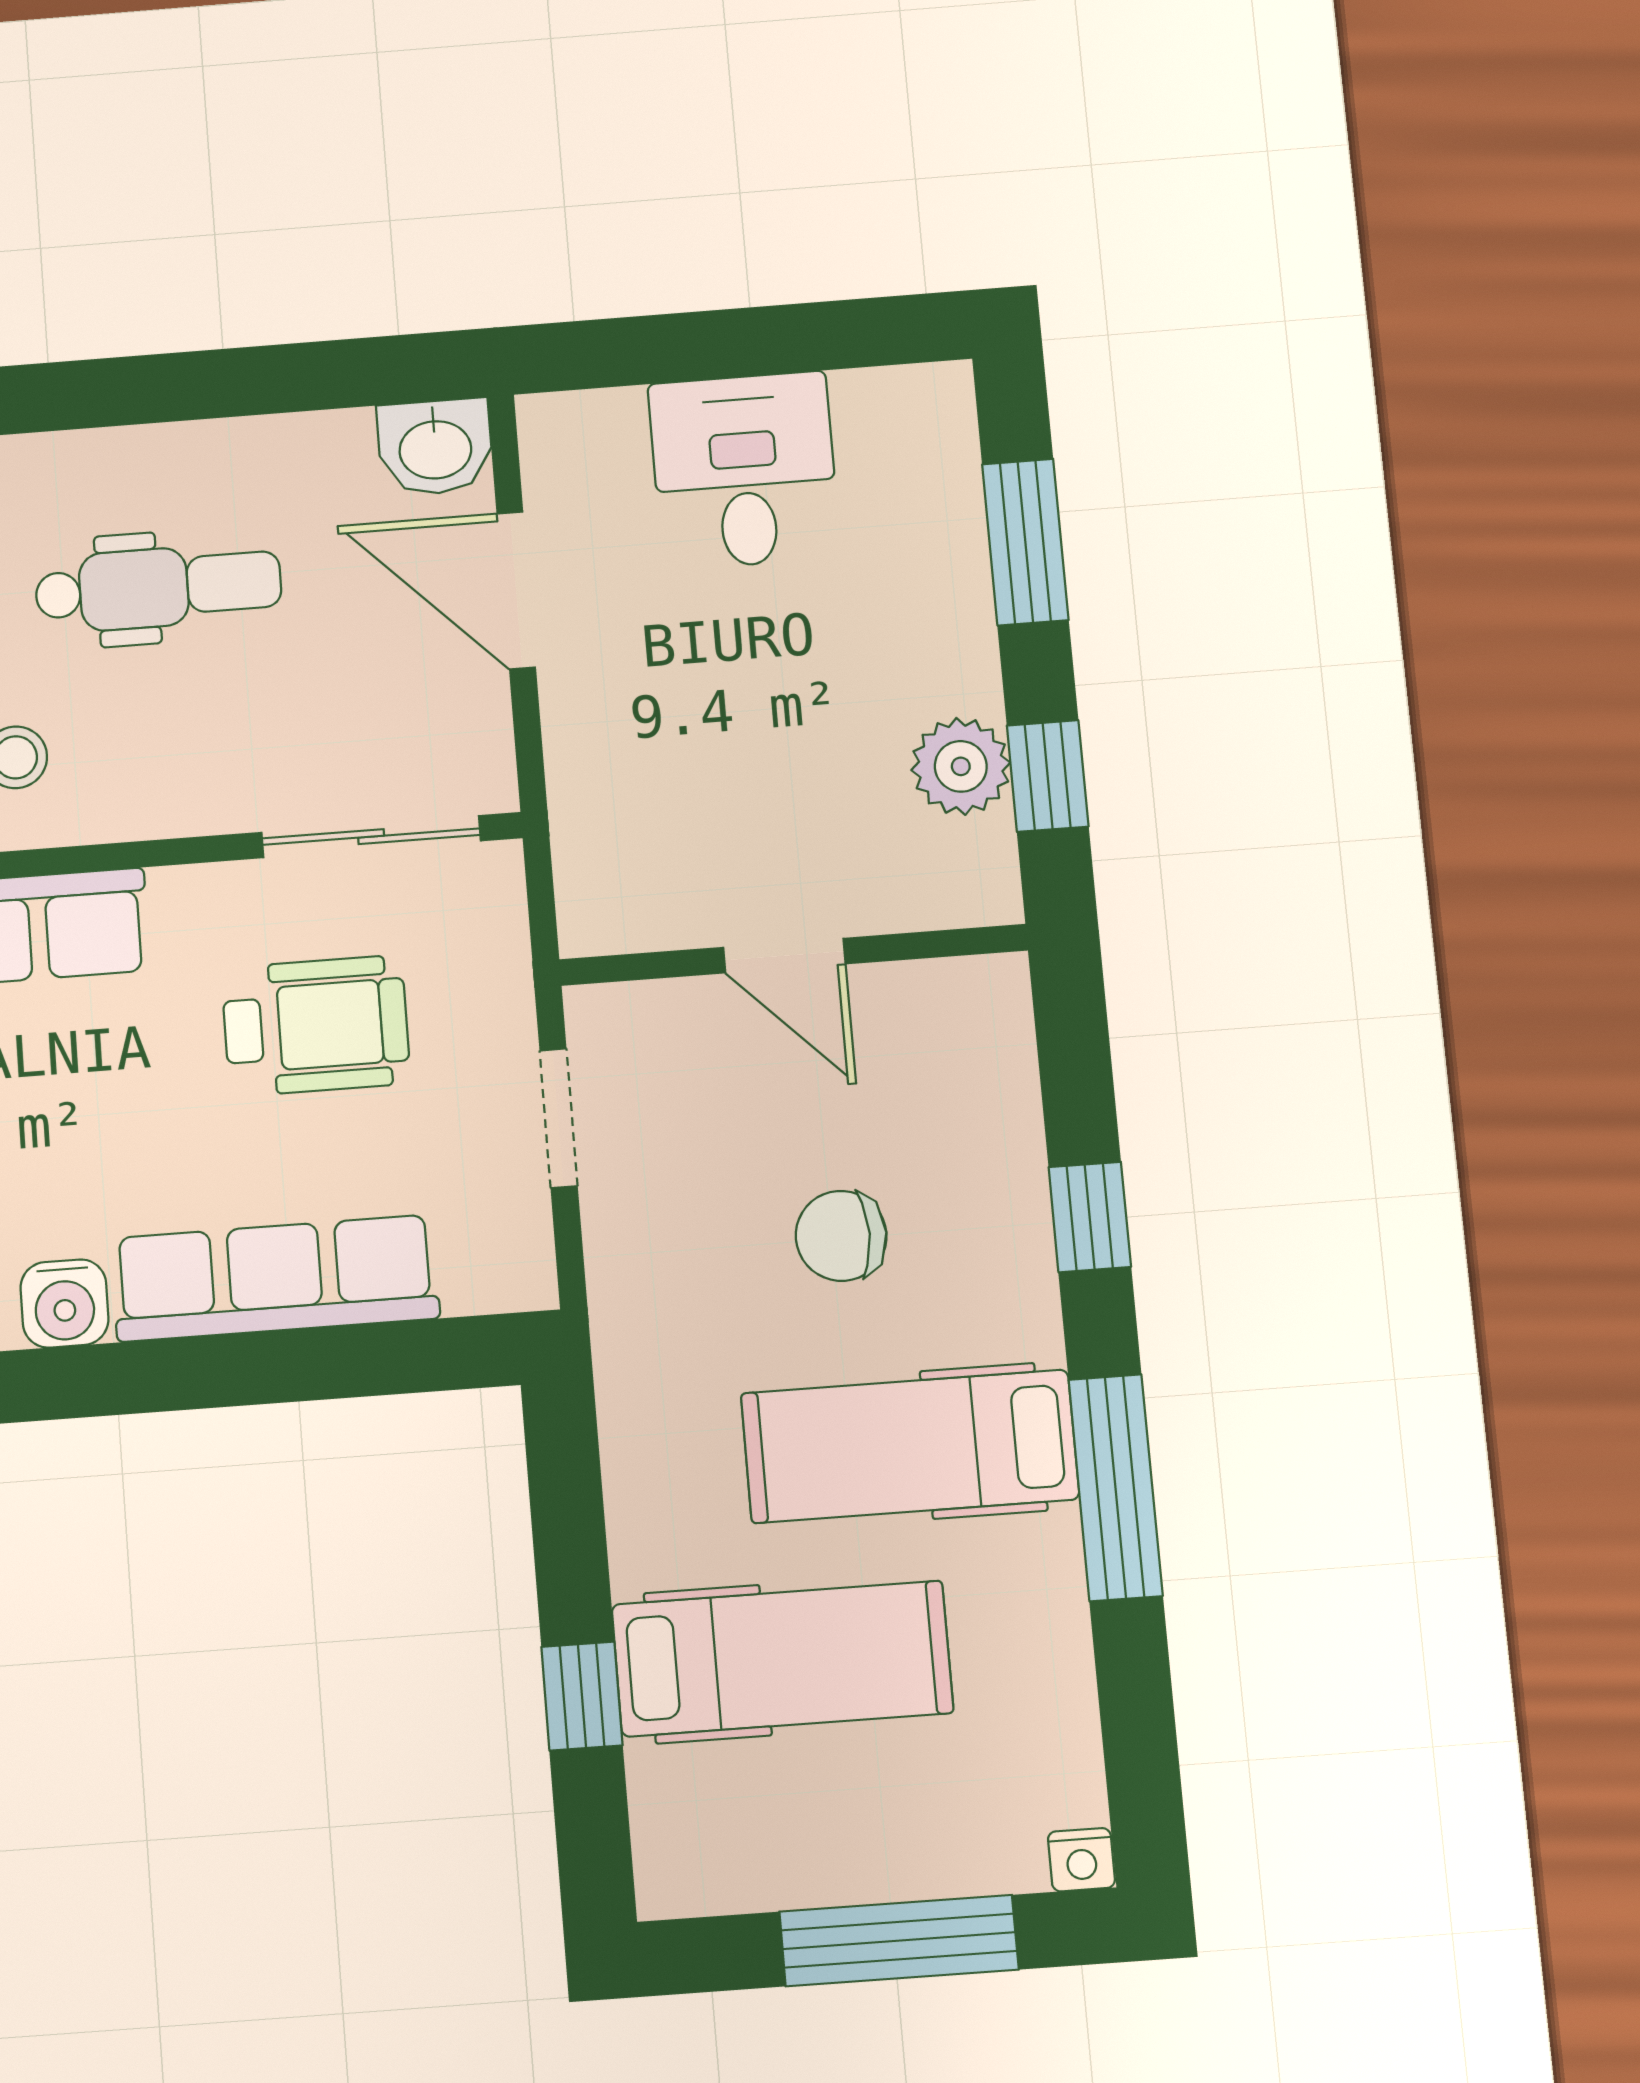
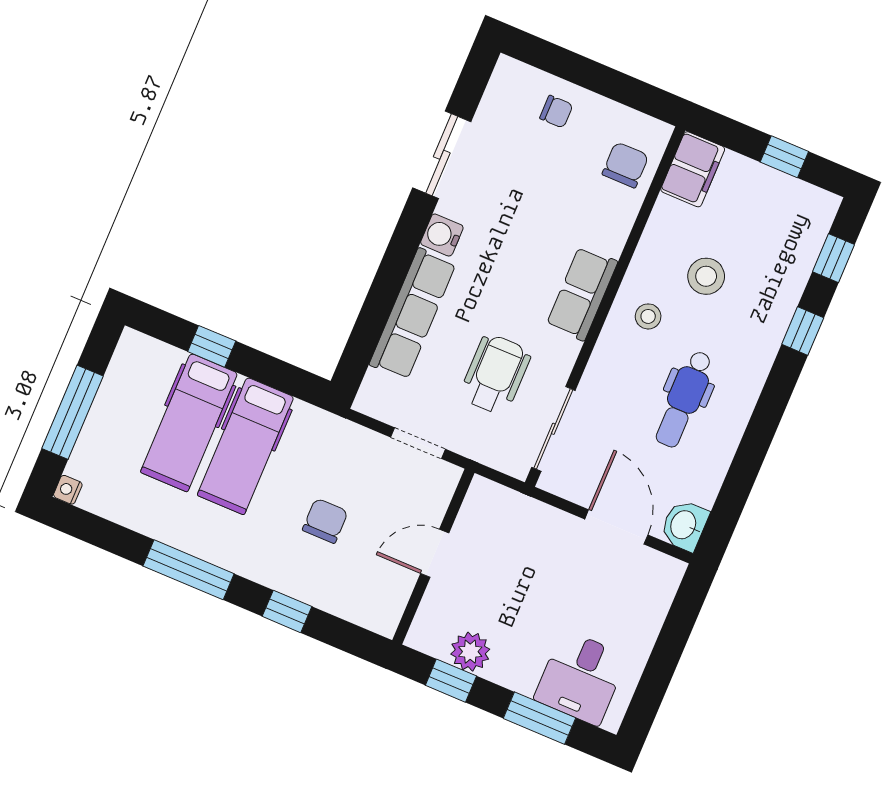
desk: (744, 471) -> (581, 678), moved, turned 90
door: (516, 590) -> (616, 527), hinge flipped
wheelchair: (316, 1026) -> (495, 374), turned 180
hospital bed: (910, 1446) -> (246, 446), moved, turned 180

